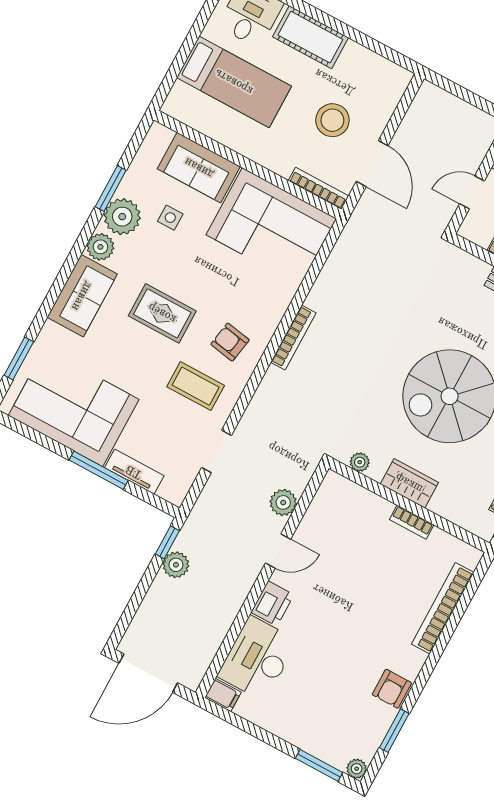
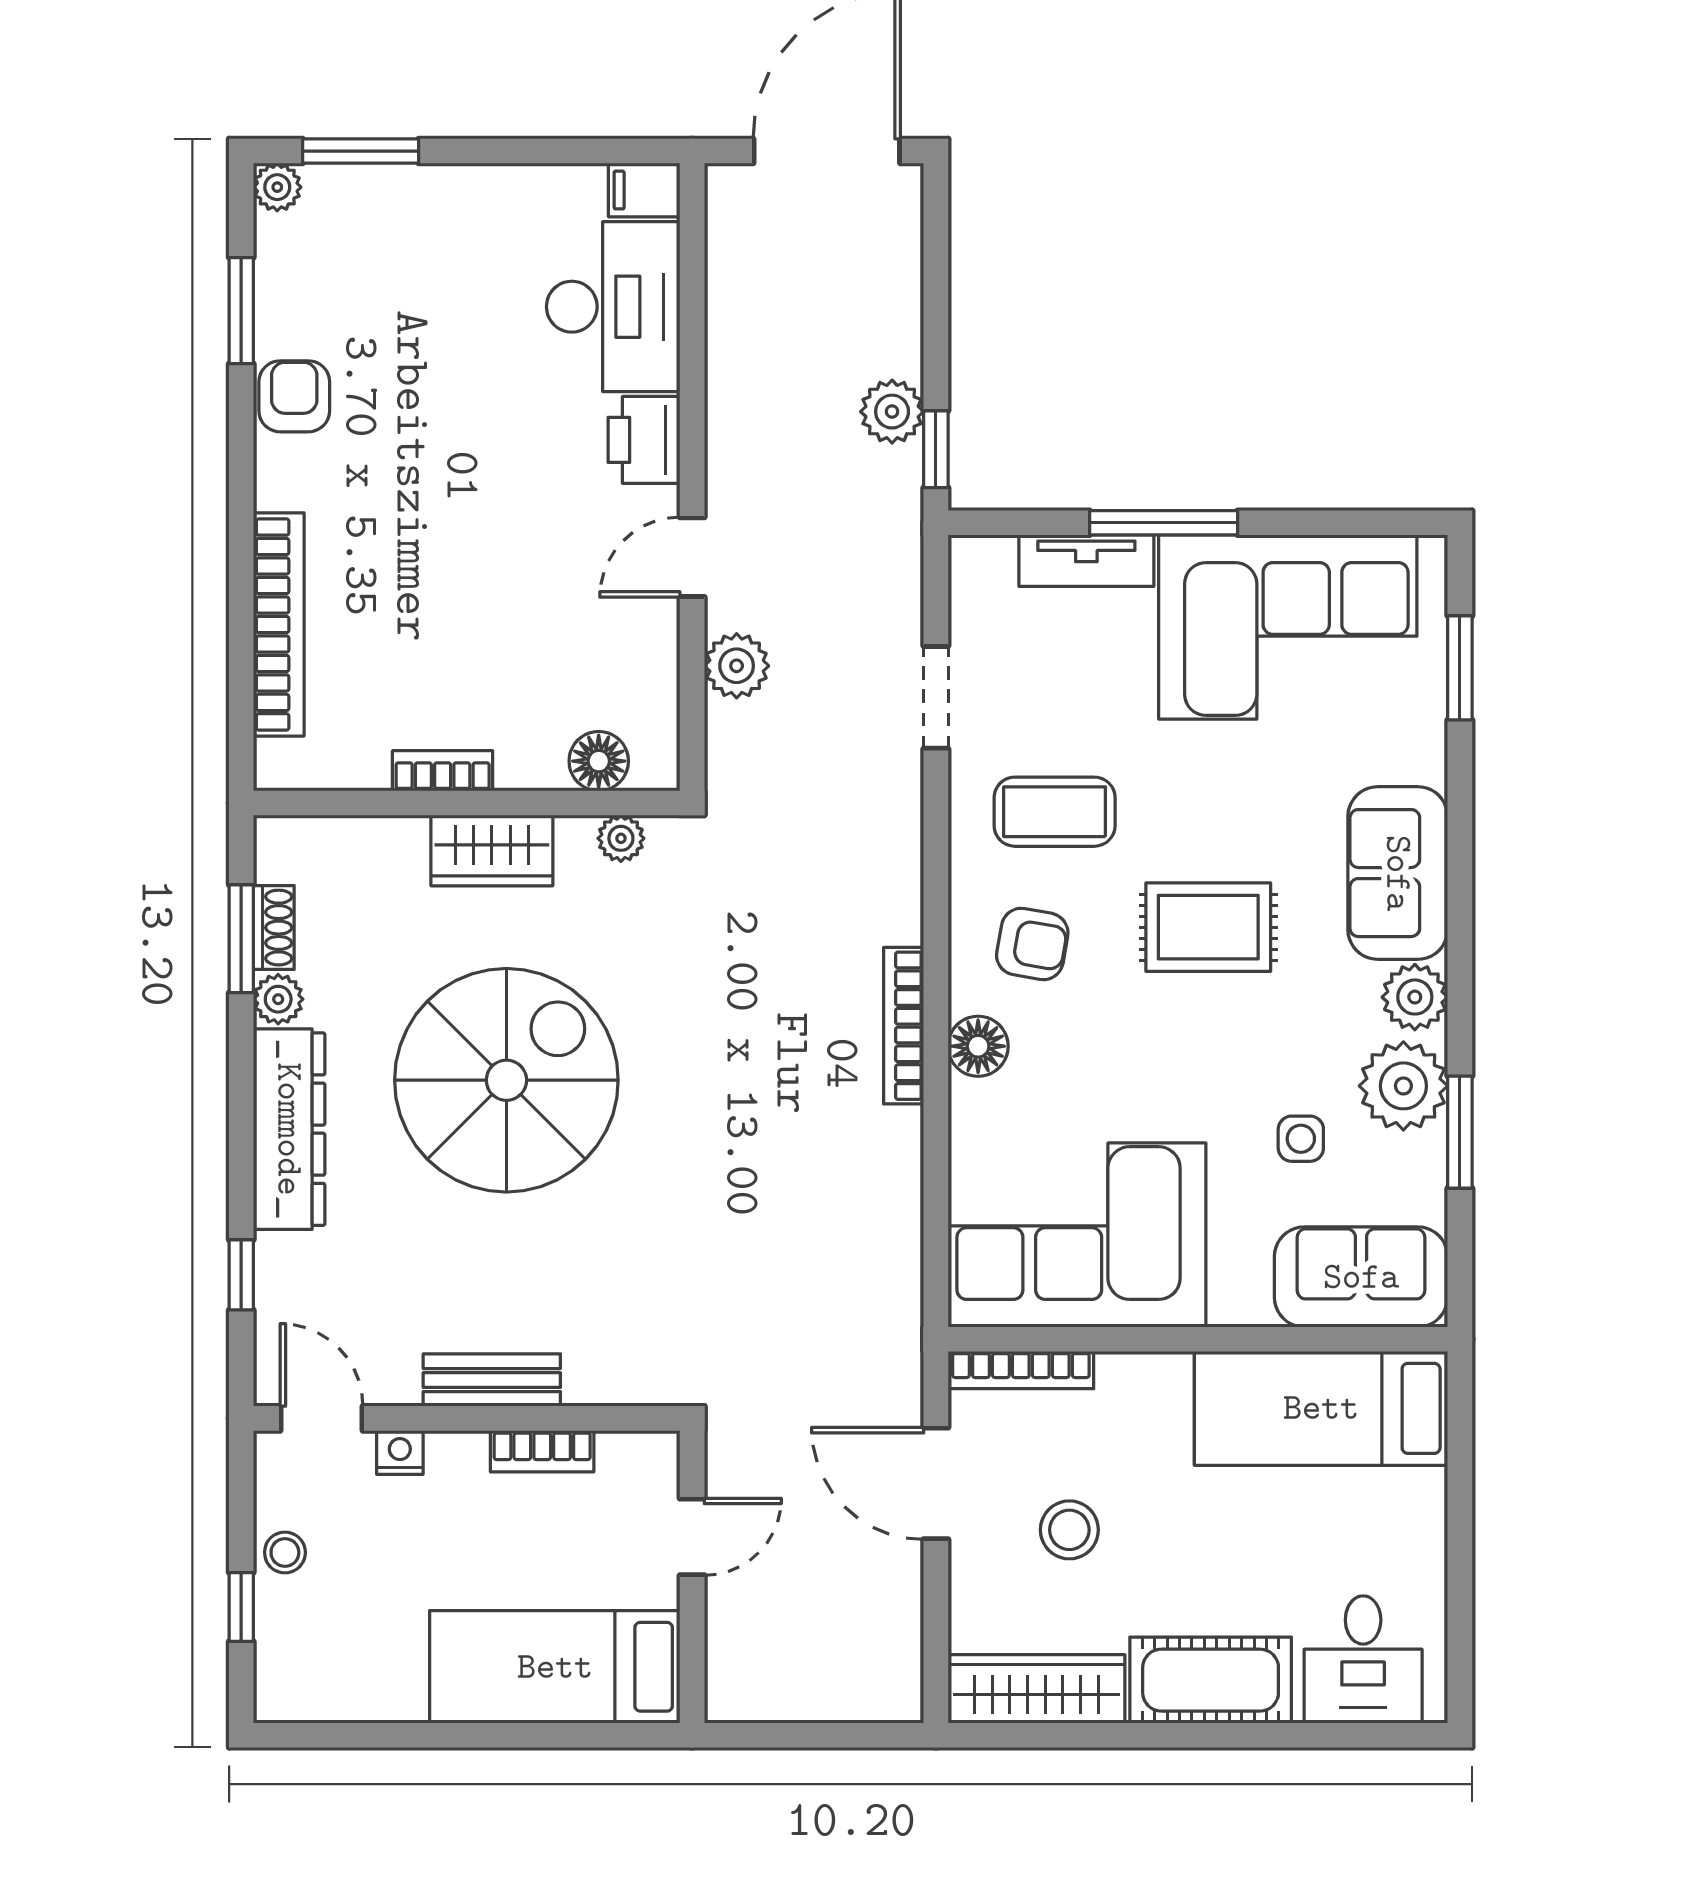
wardrobe: (376, 68) -> (1036, 1689), added
bed: (234, 82) -> (1321, 1408), moved
stool: (332, 120) -> (1069, 1530), width x0.73, depth x0.73
sofa: (199, 168) -> (1361, 1277), moved
floor lamp: (270, 315) -> (978, 1046), added
floor lamp: (353, 495) -> (599, 761), added

